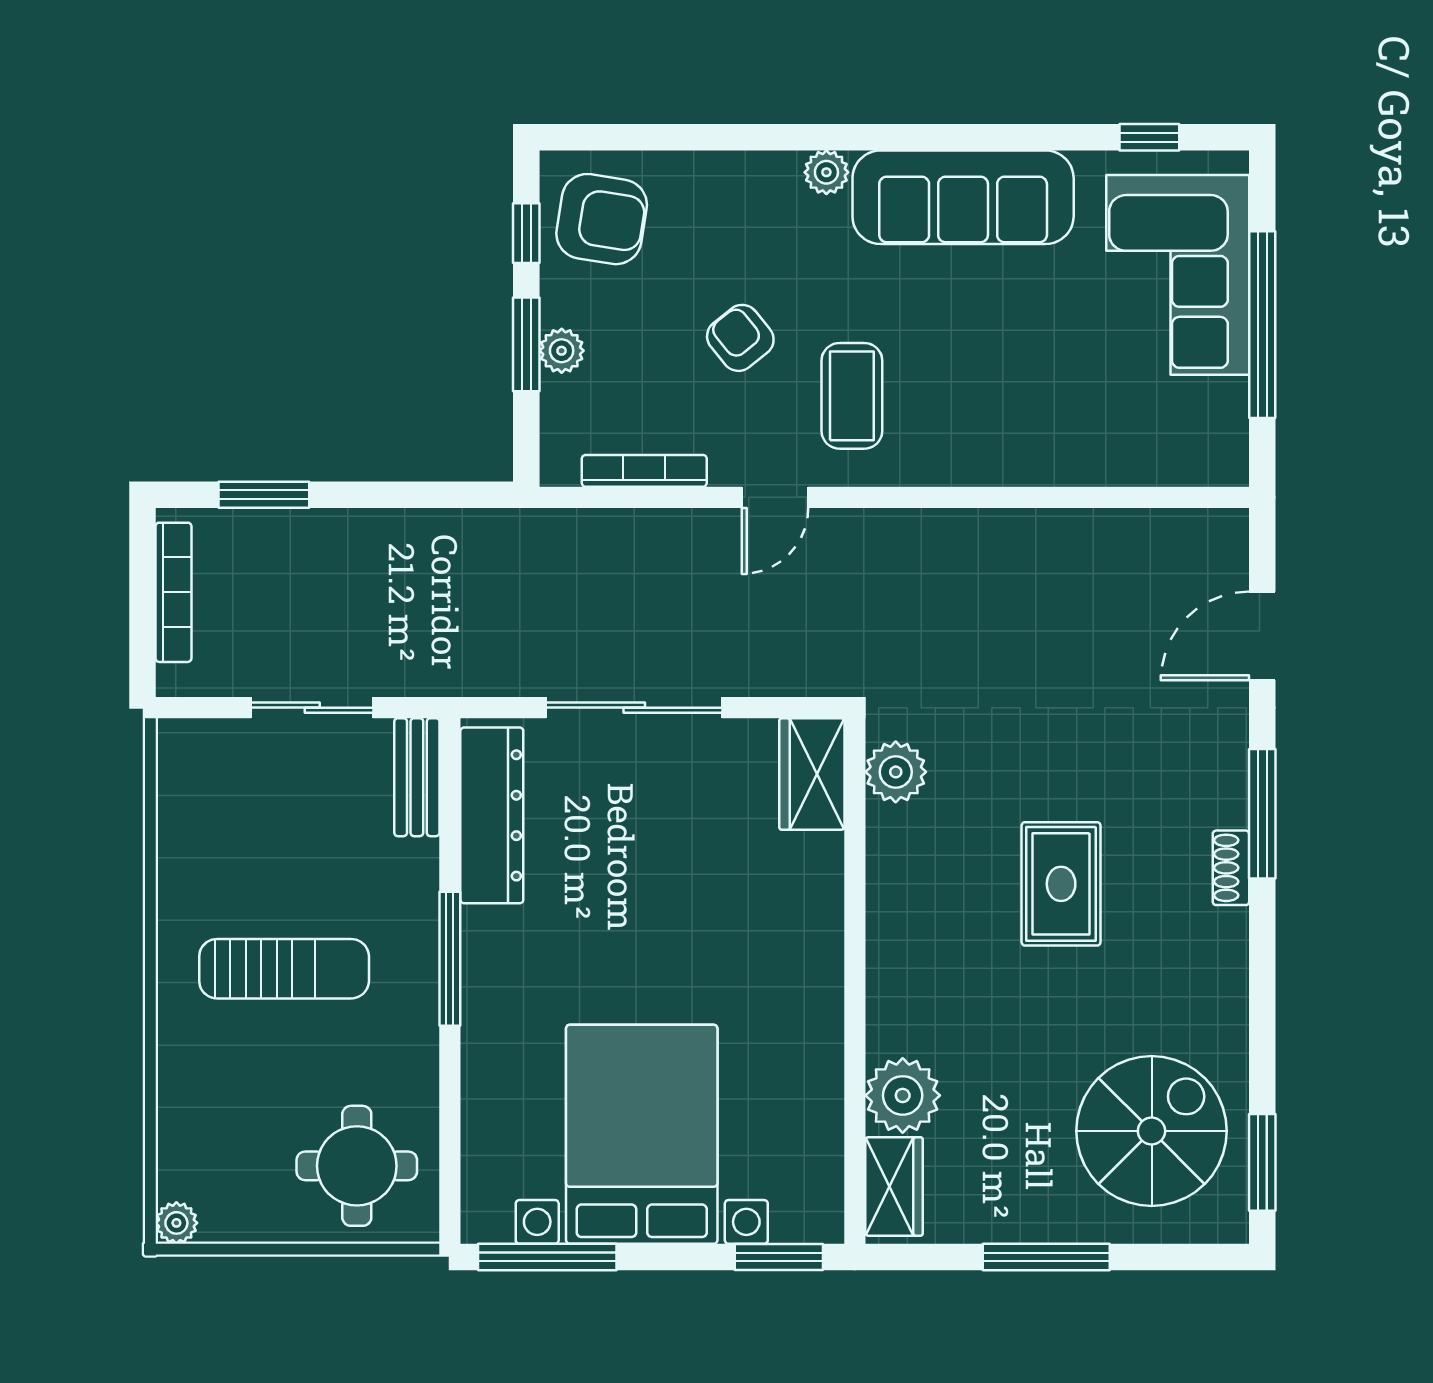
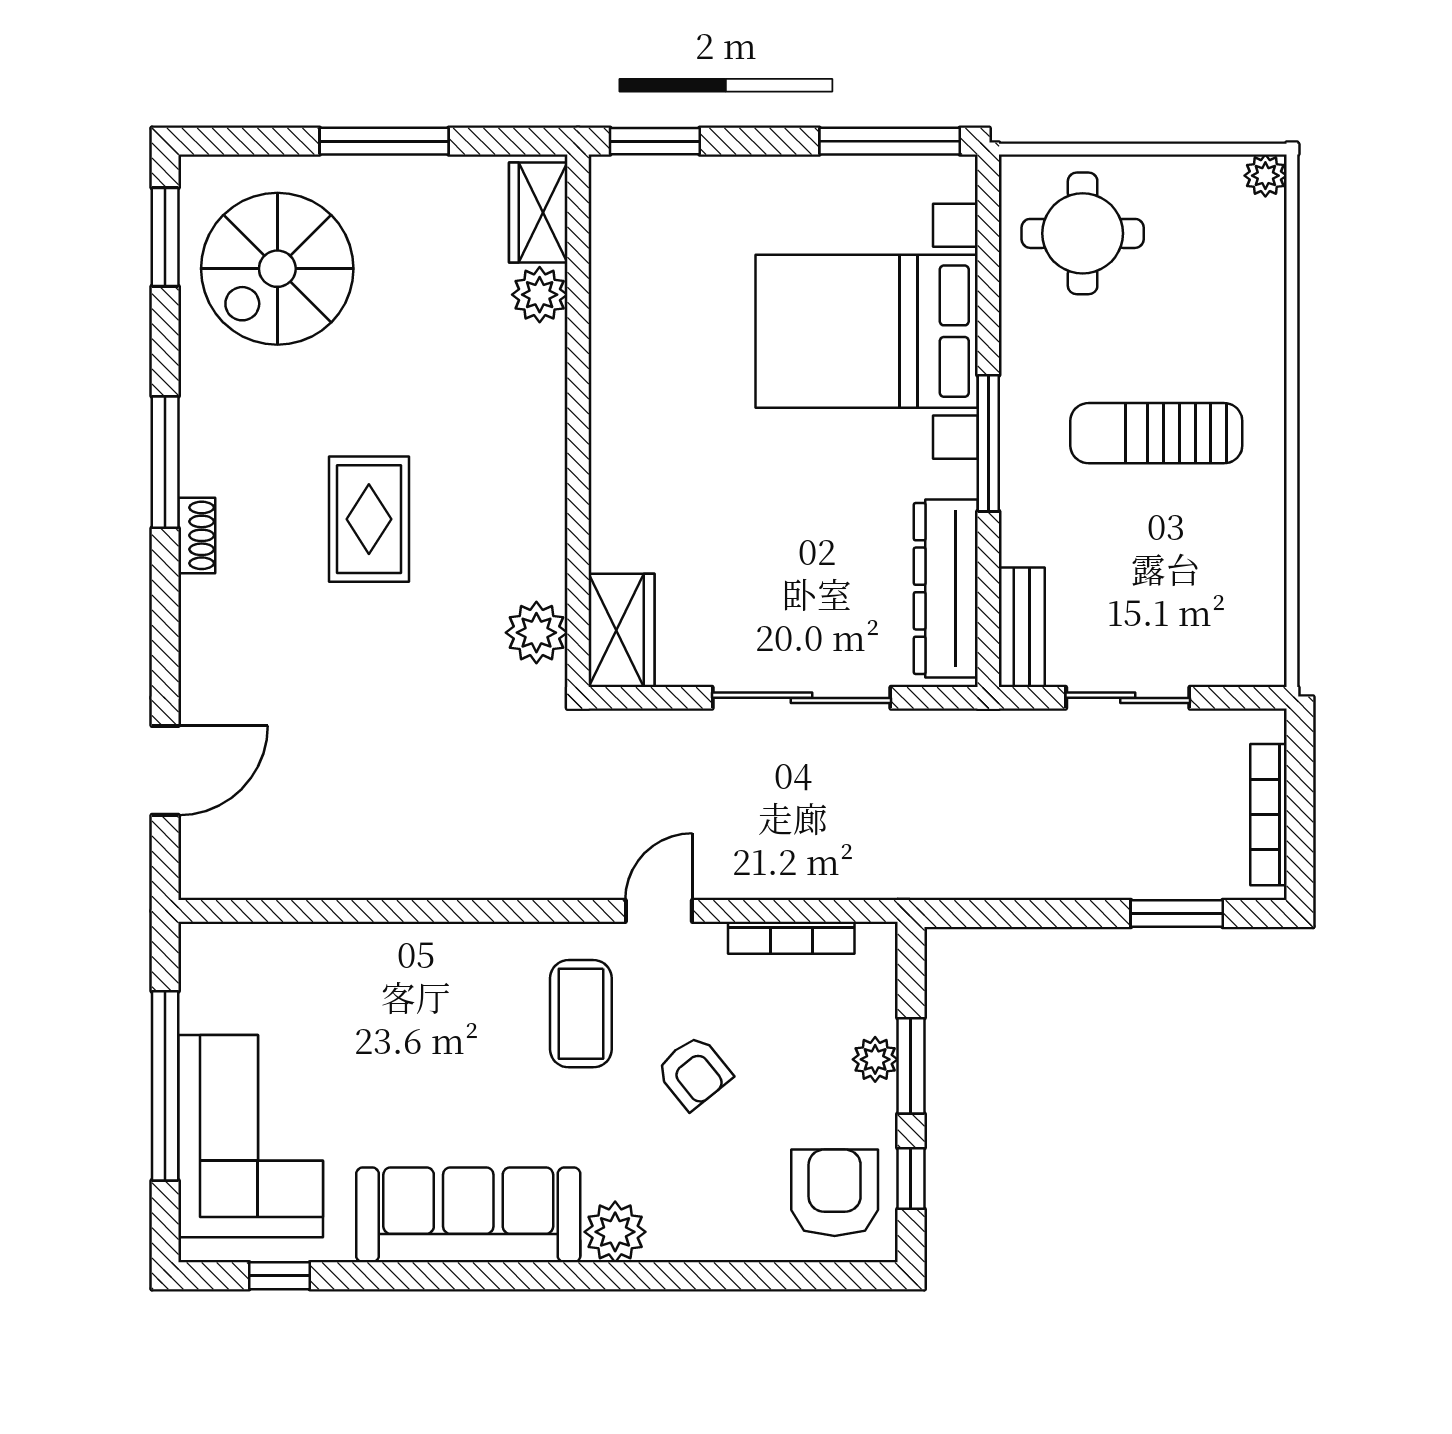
plant: (826, 172) -> (615, 1232), width x1.38, depth x1.38
armchair: (602, 219) -> (835, 1193), turned 81
window: (1262, 814) -> (165, 462), moved
plant: (903, 1095) -> (540, 295), width x0.73, depth x0.73
bed with nightstands: (642, 1134) -> (867, 331), moved, turned 90

